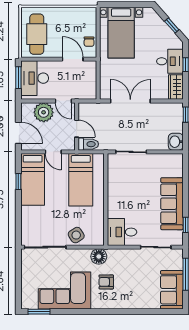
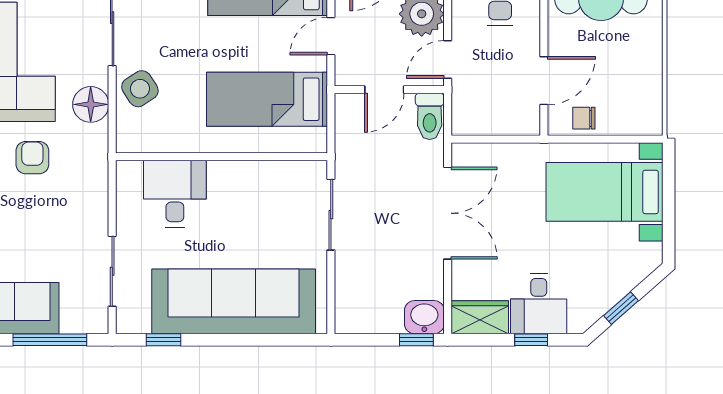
washbasin: (176, 142) -> (424, 317), moved
toilet: (88, 144) -> (430, 116), moved
sofa: (172, 204) -> (234, 301), width x1.36, depth x1.27
desk: (122, 232) -> (175, 194), moved
floor lamp: (99, 256) -> (91, 104), moved

